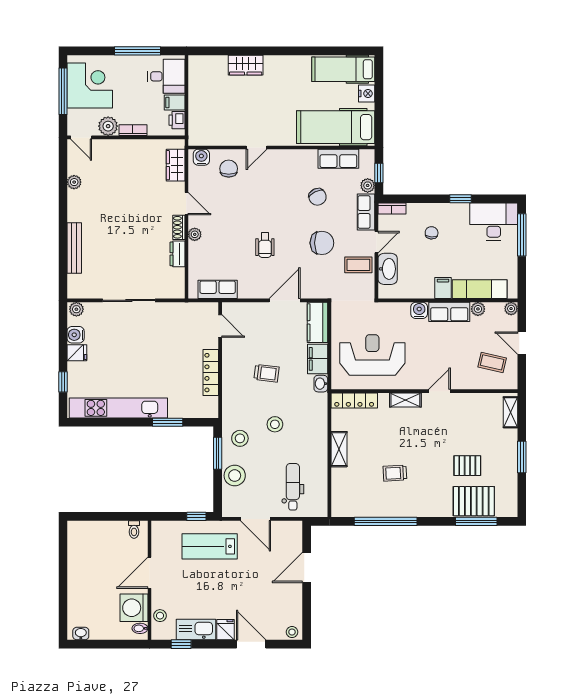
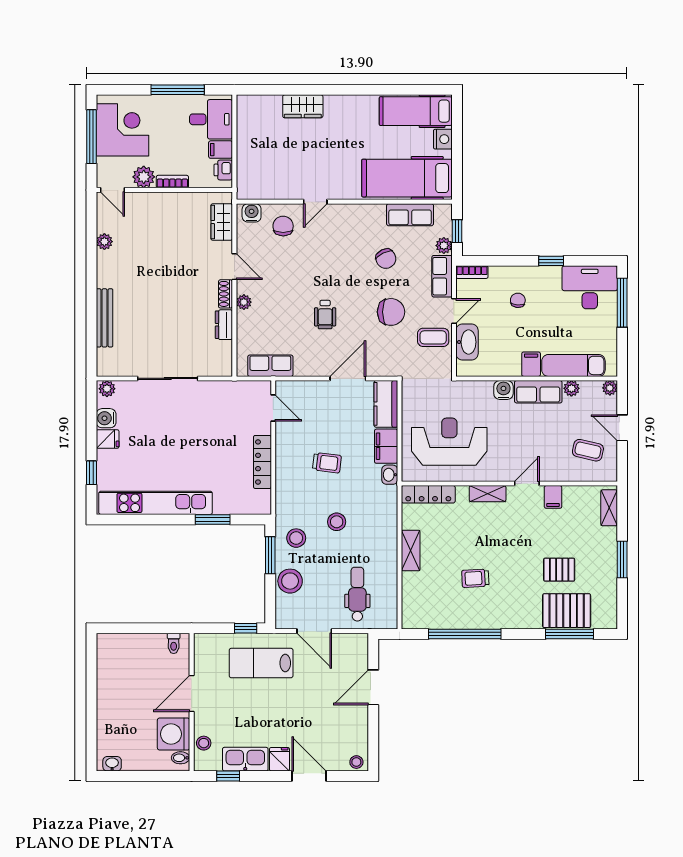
filing cabinet: (462, 403) -> (553, 497), added

